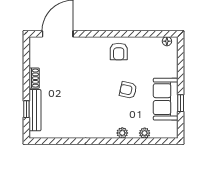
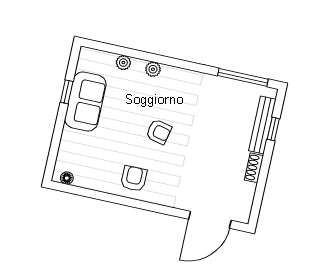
armchair: (128, 90) -> (159, 132), moved
window: (56, 141) -> (243, 77), added

